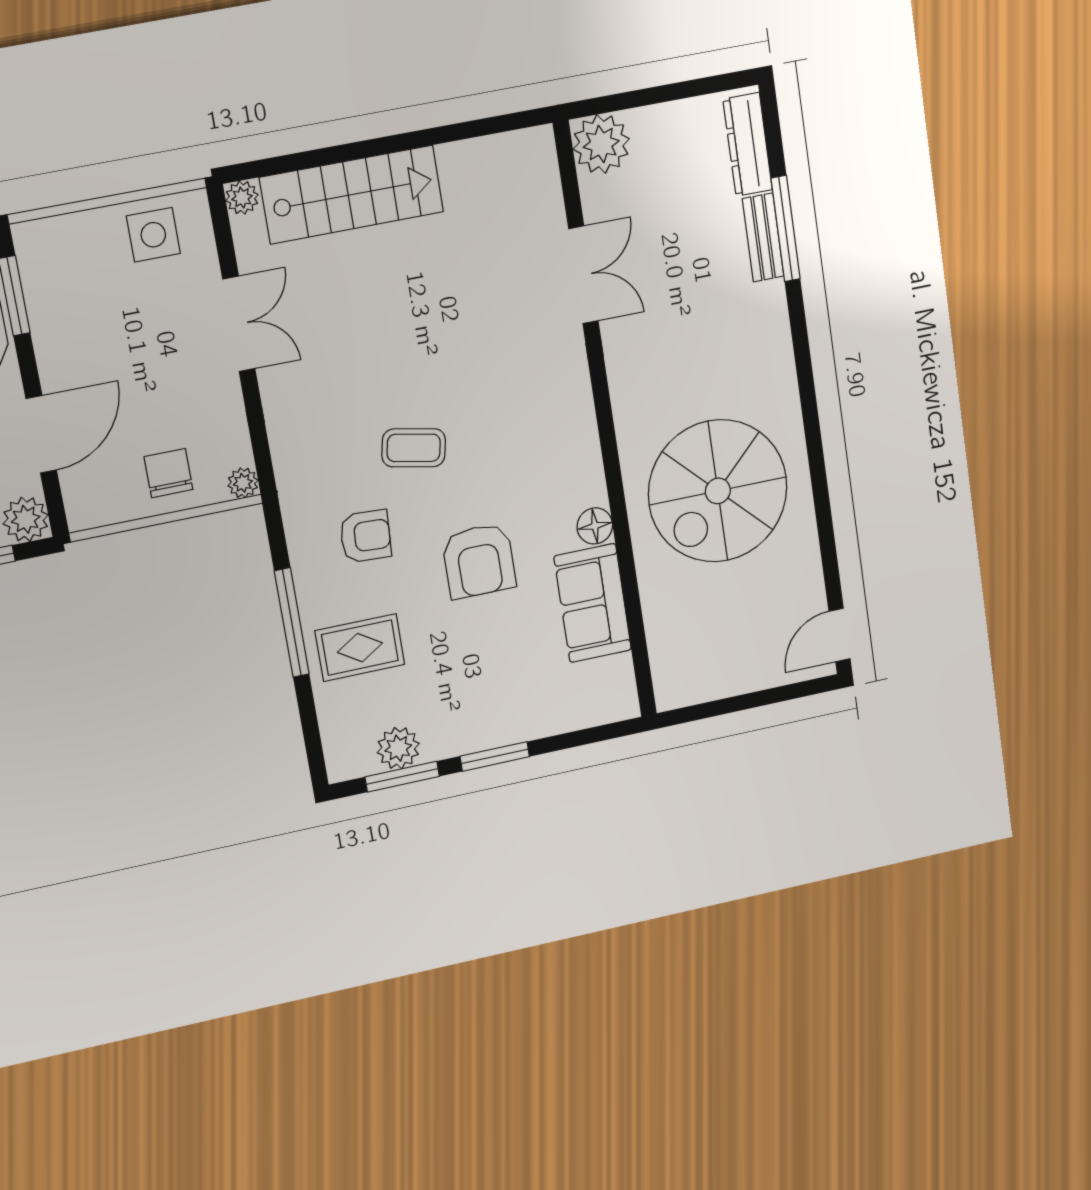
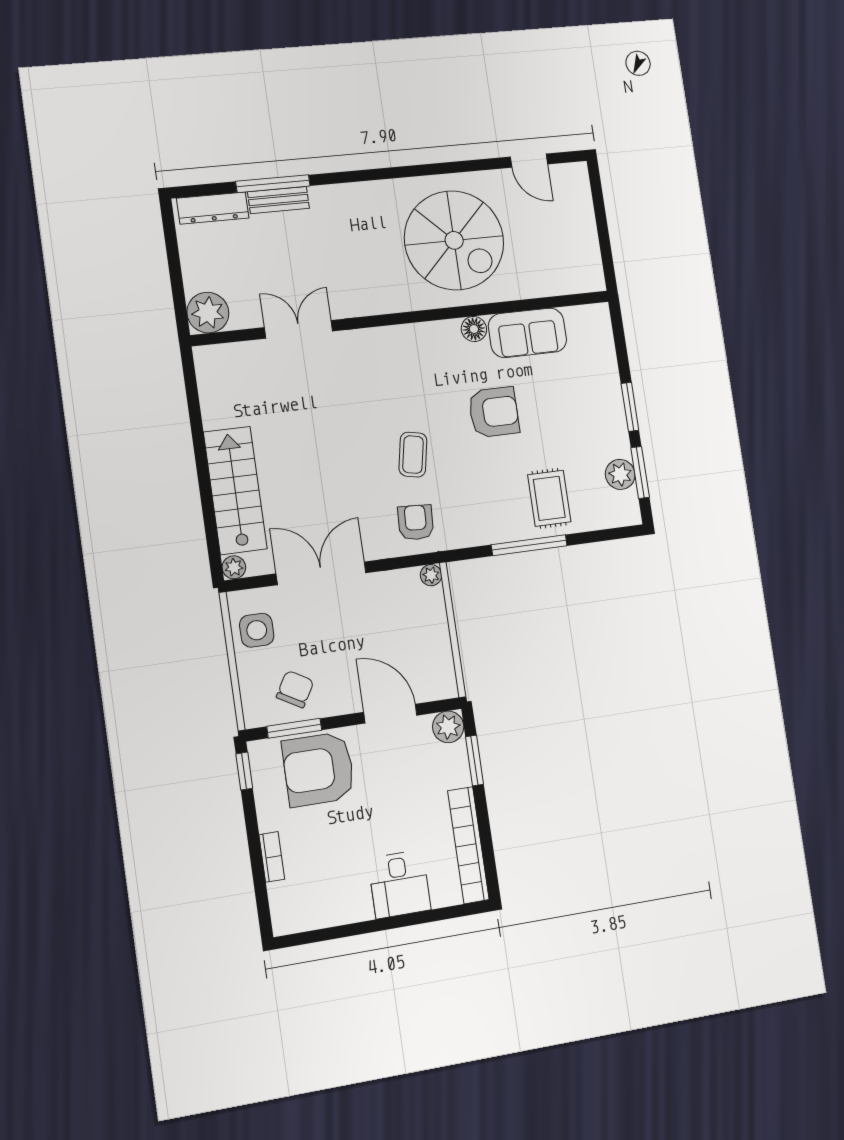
double door: (239, 324) -> (321, 573), width x1.37
chair: (168, 473) -> (295, 689), moved, turned 120
armchair: (365, 536) -> (416, 522), moved
door: (840, 635) -> (529, 161), moved

